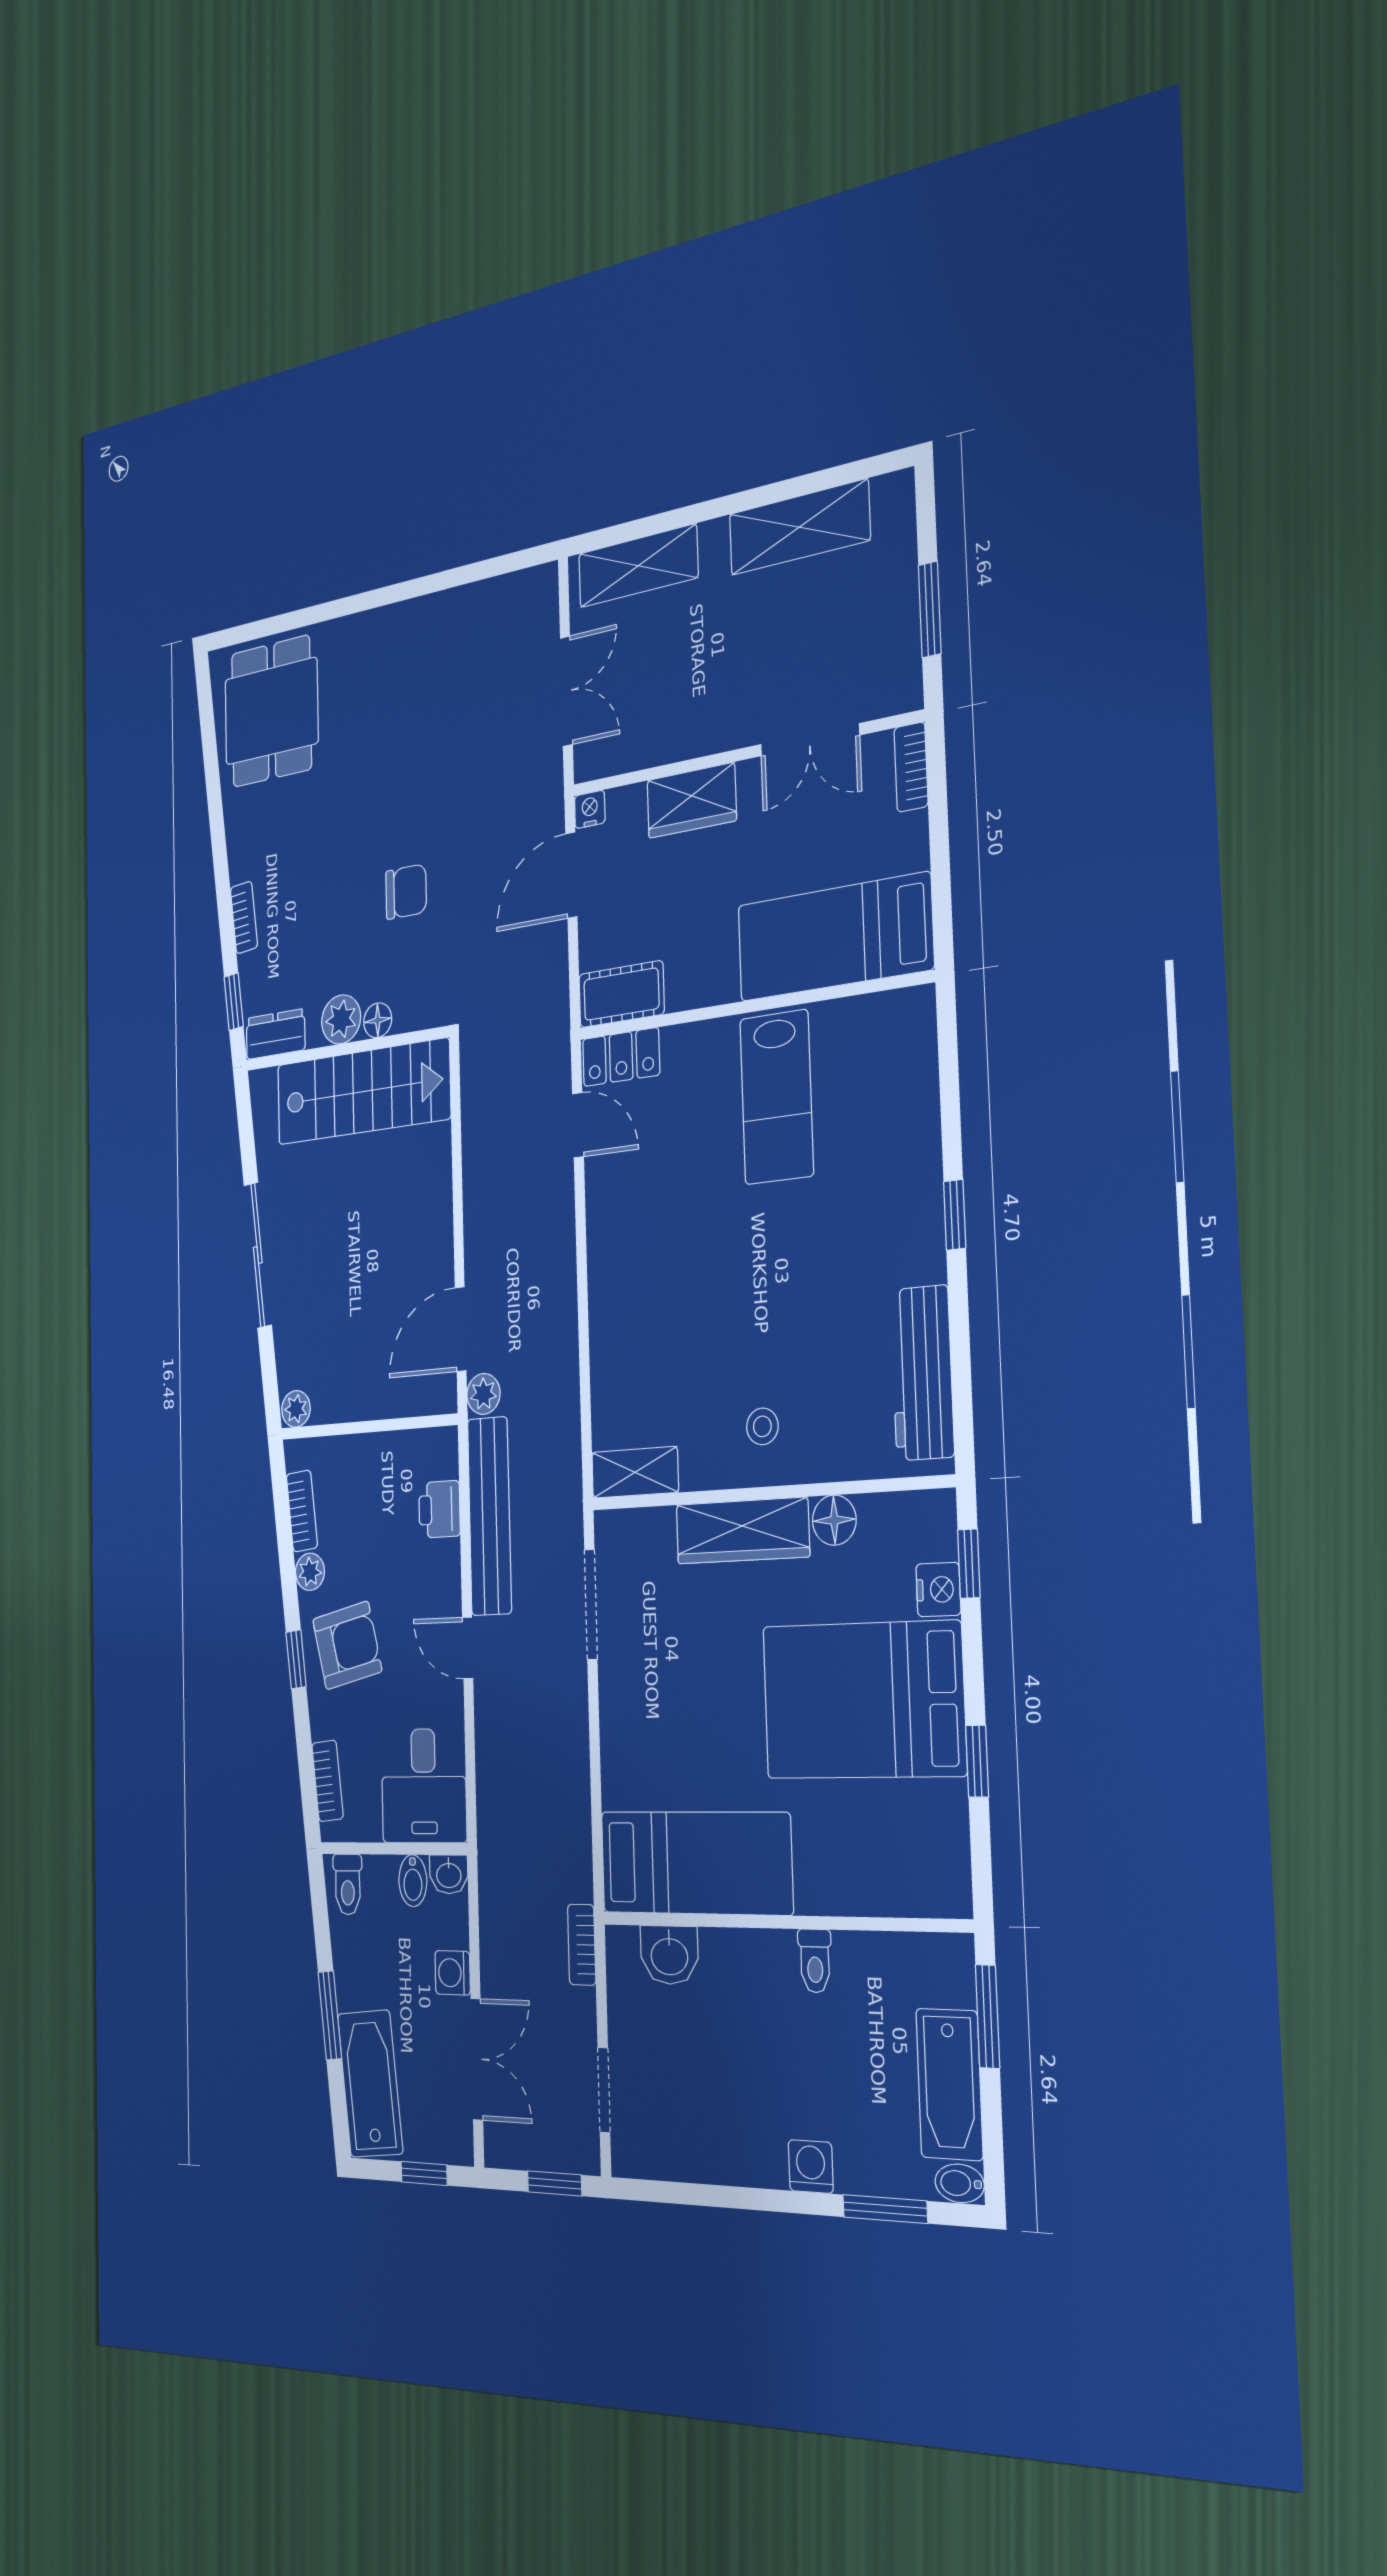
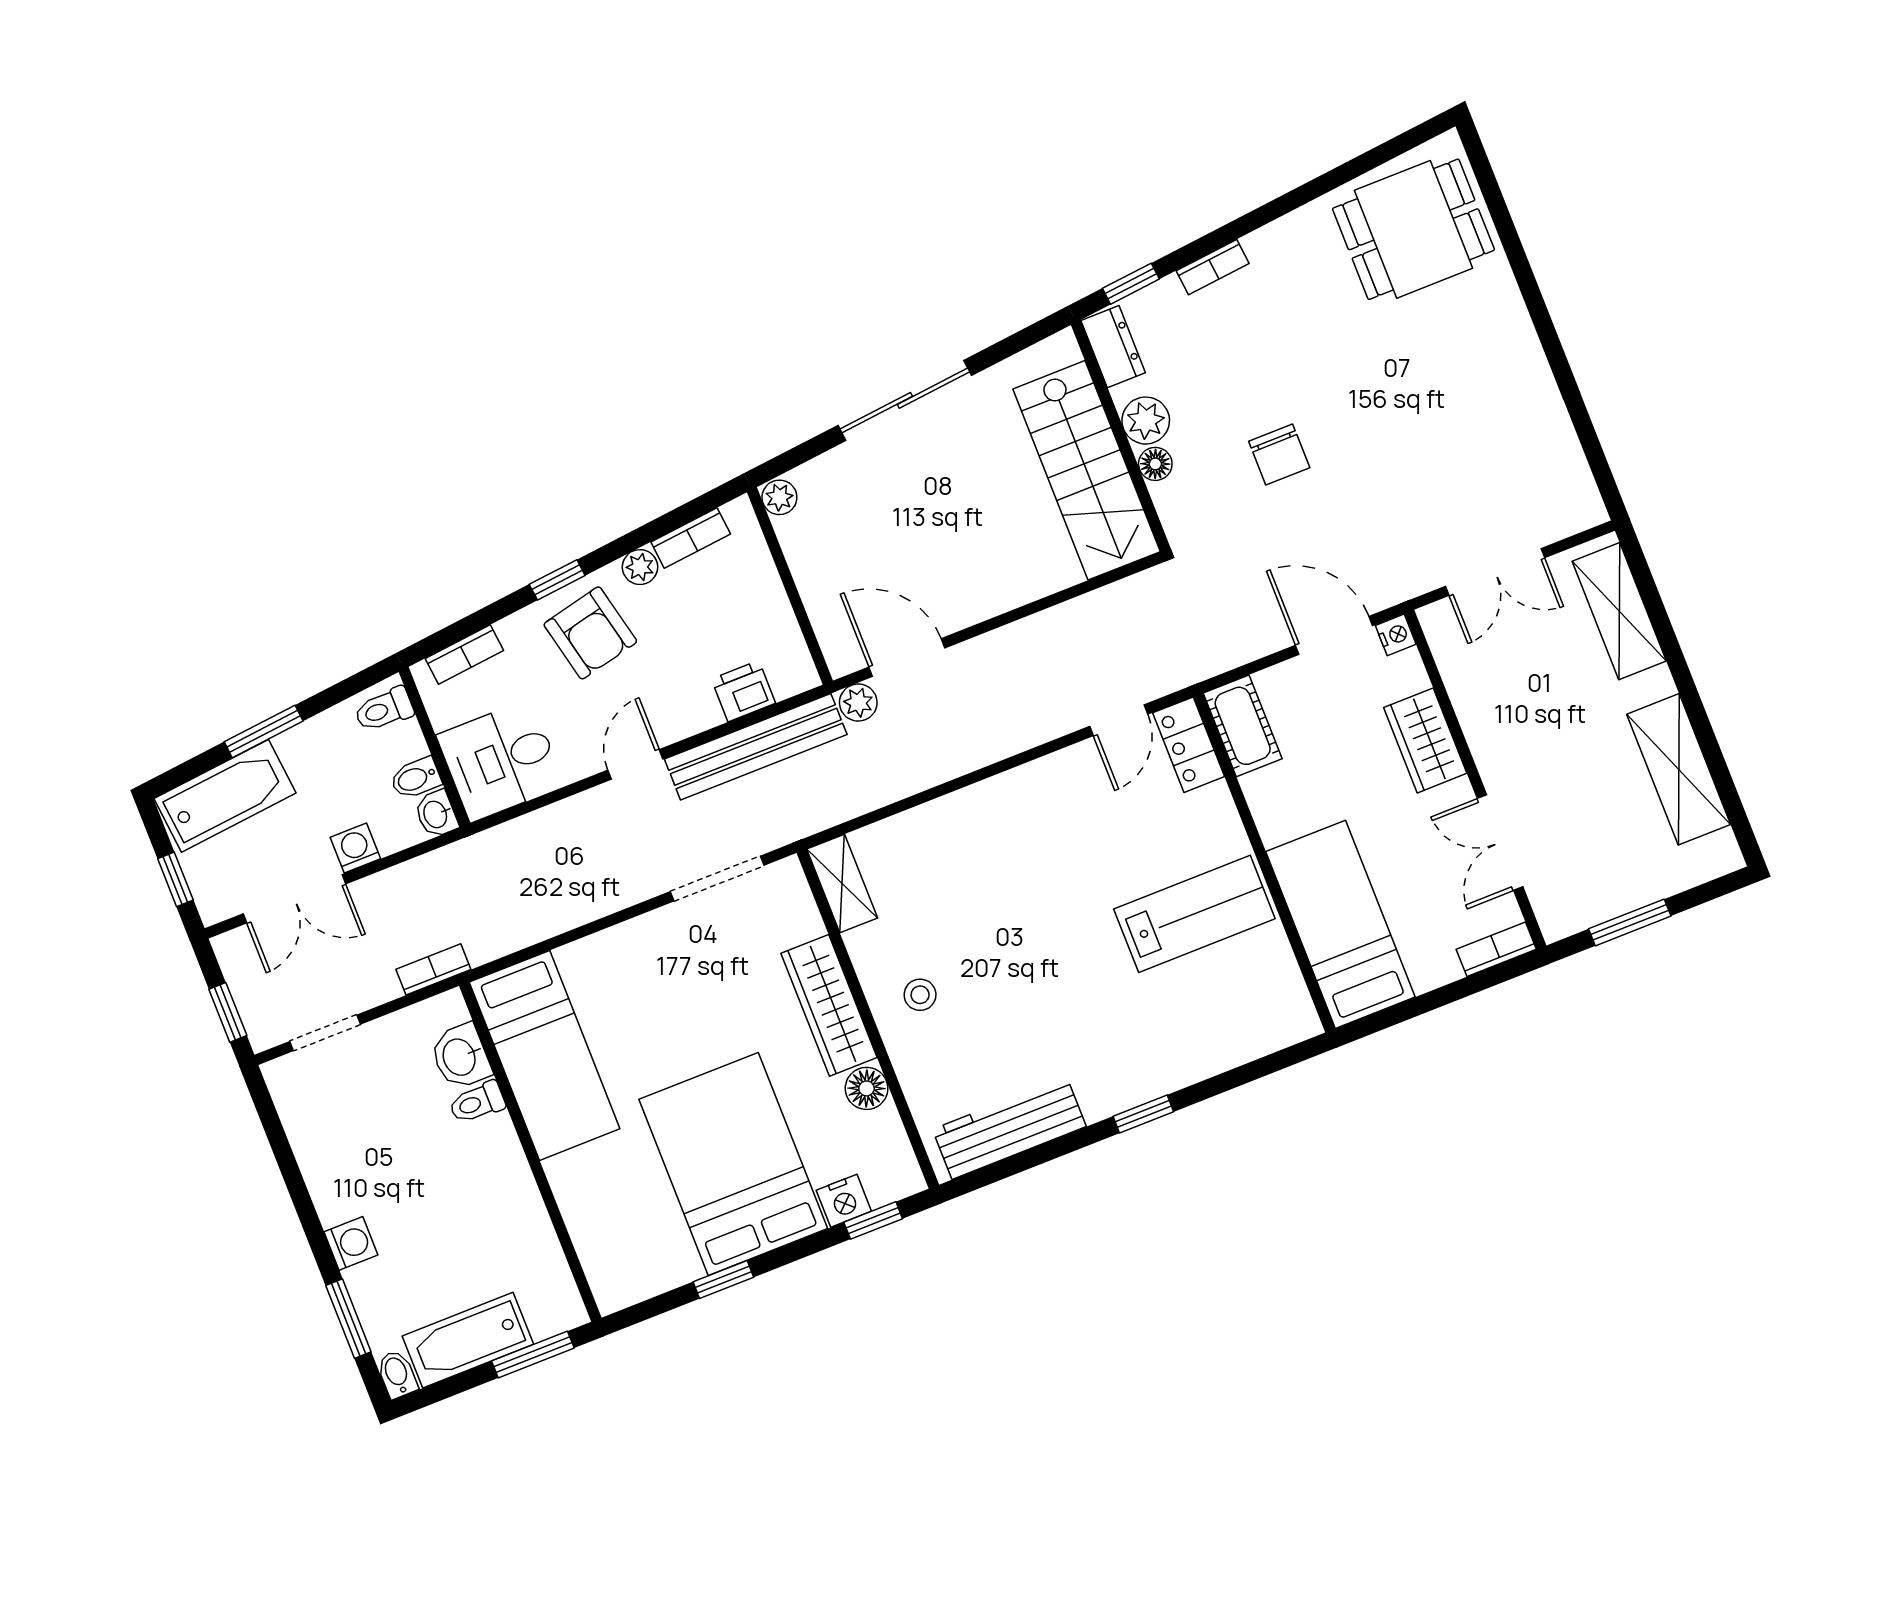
lab bench: (777, 1097) -> (1194, 914), turned 180
toilet: (815, 1961) -> (477, 1103), moved

